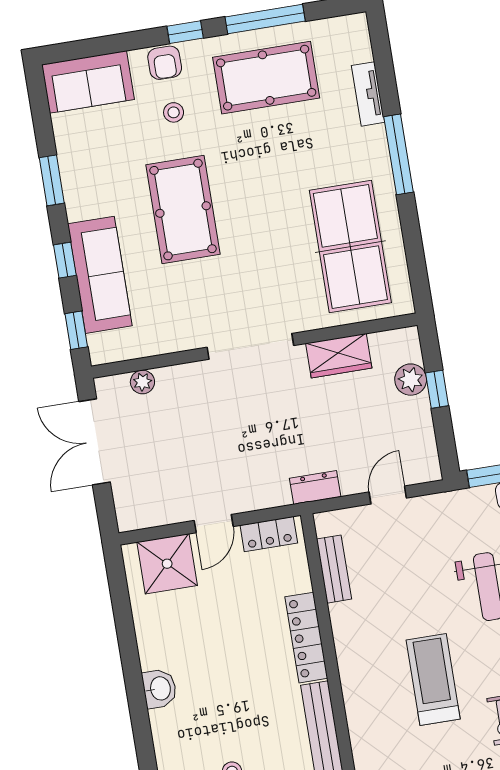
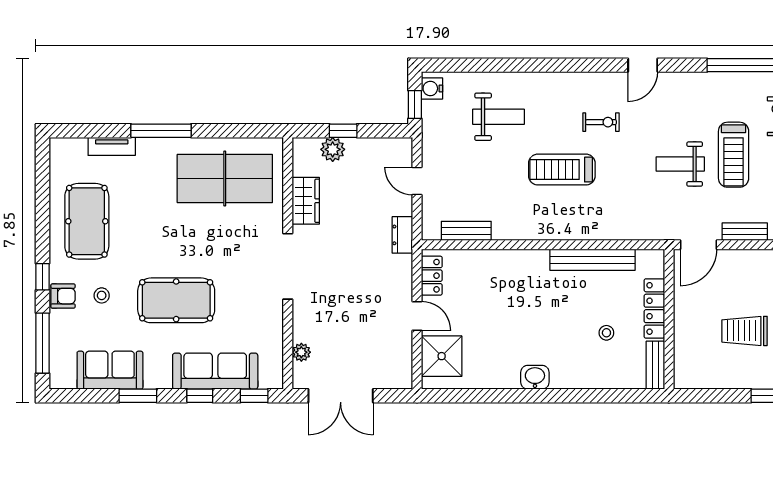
window: (265, 19) -> (42, 343), moved
sofa: (88, 82) -> (110, 370), moved, turned -90
locker: (306, 638) -> (515, 260), removed

